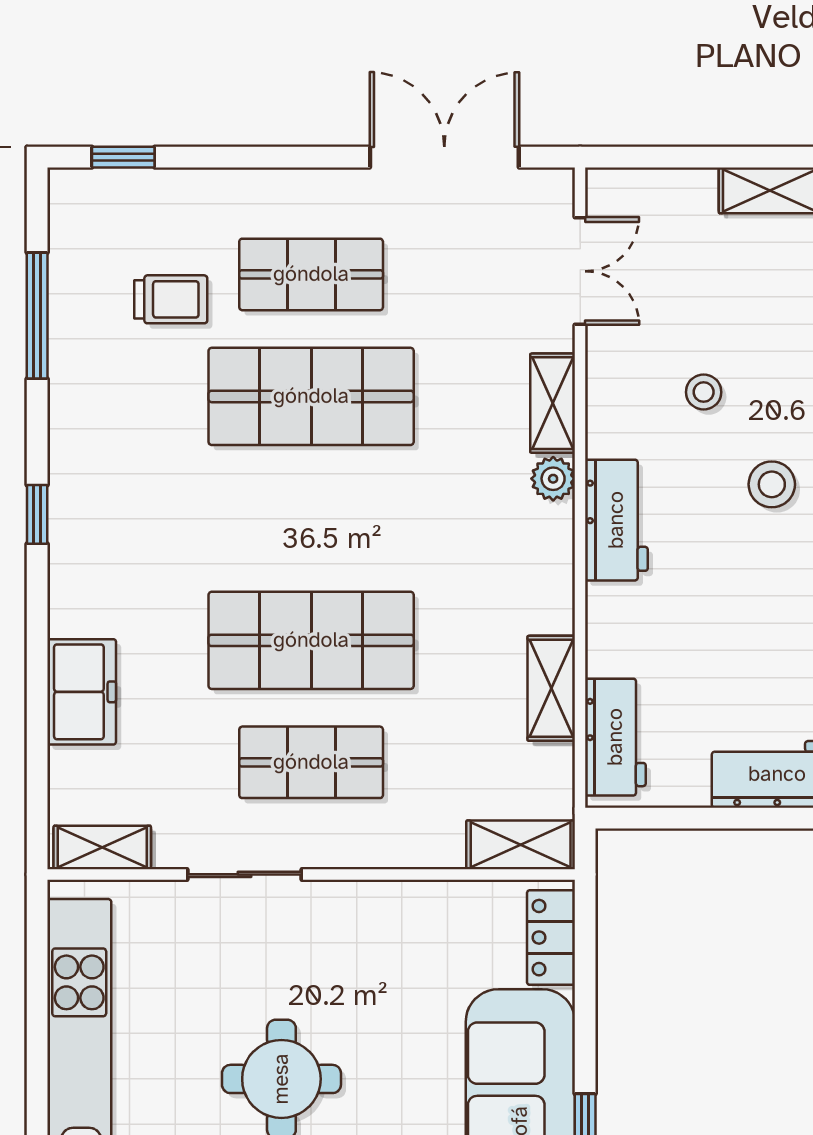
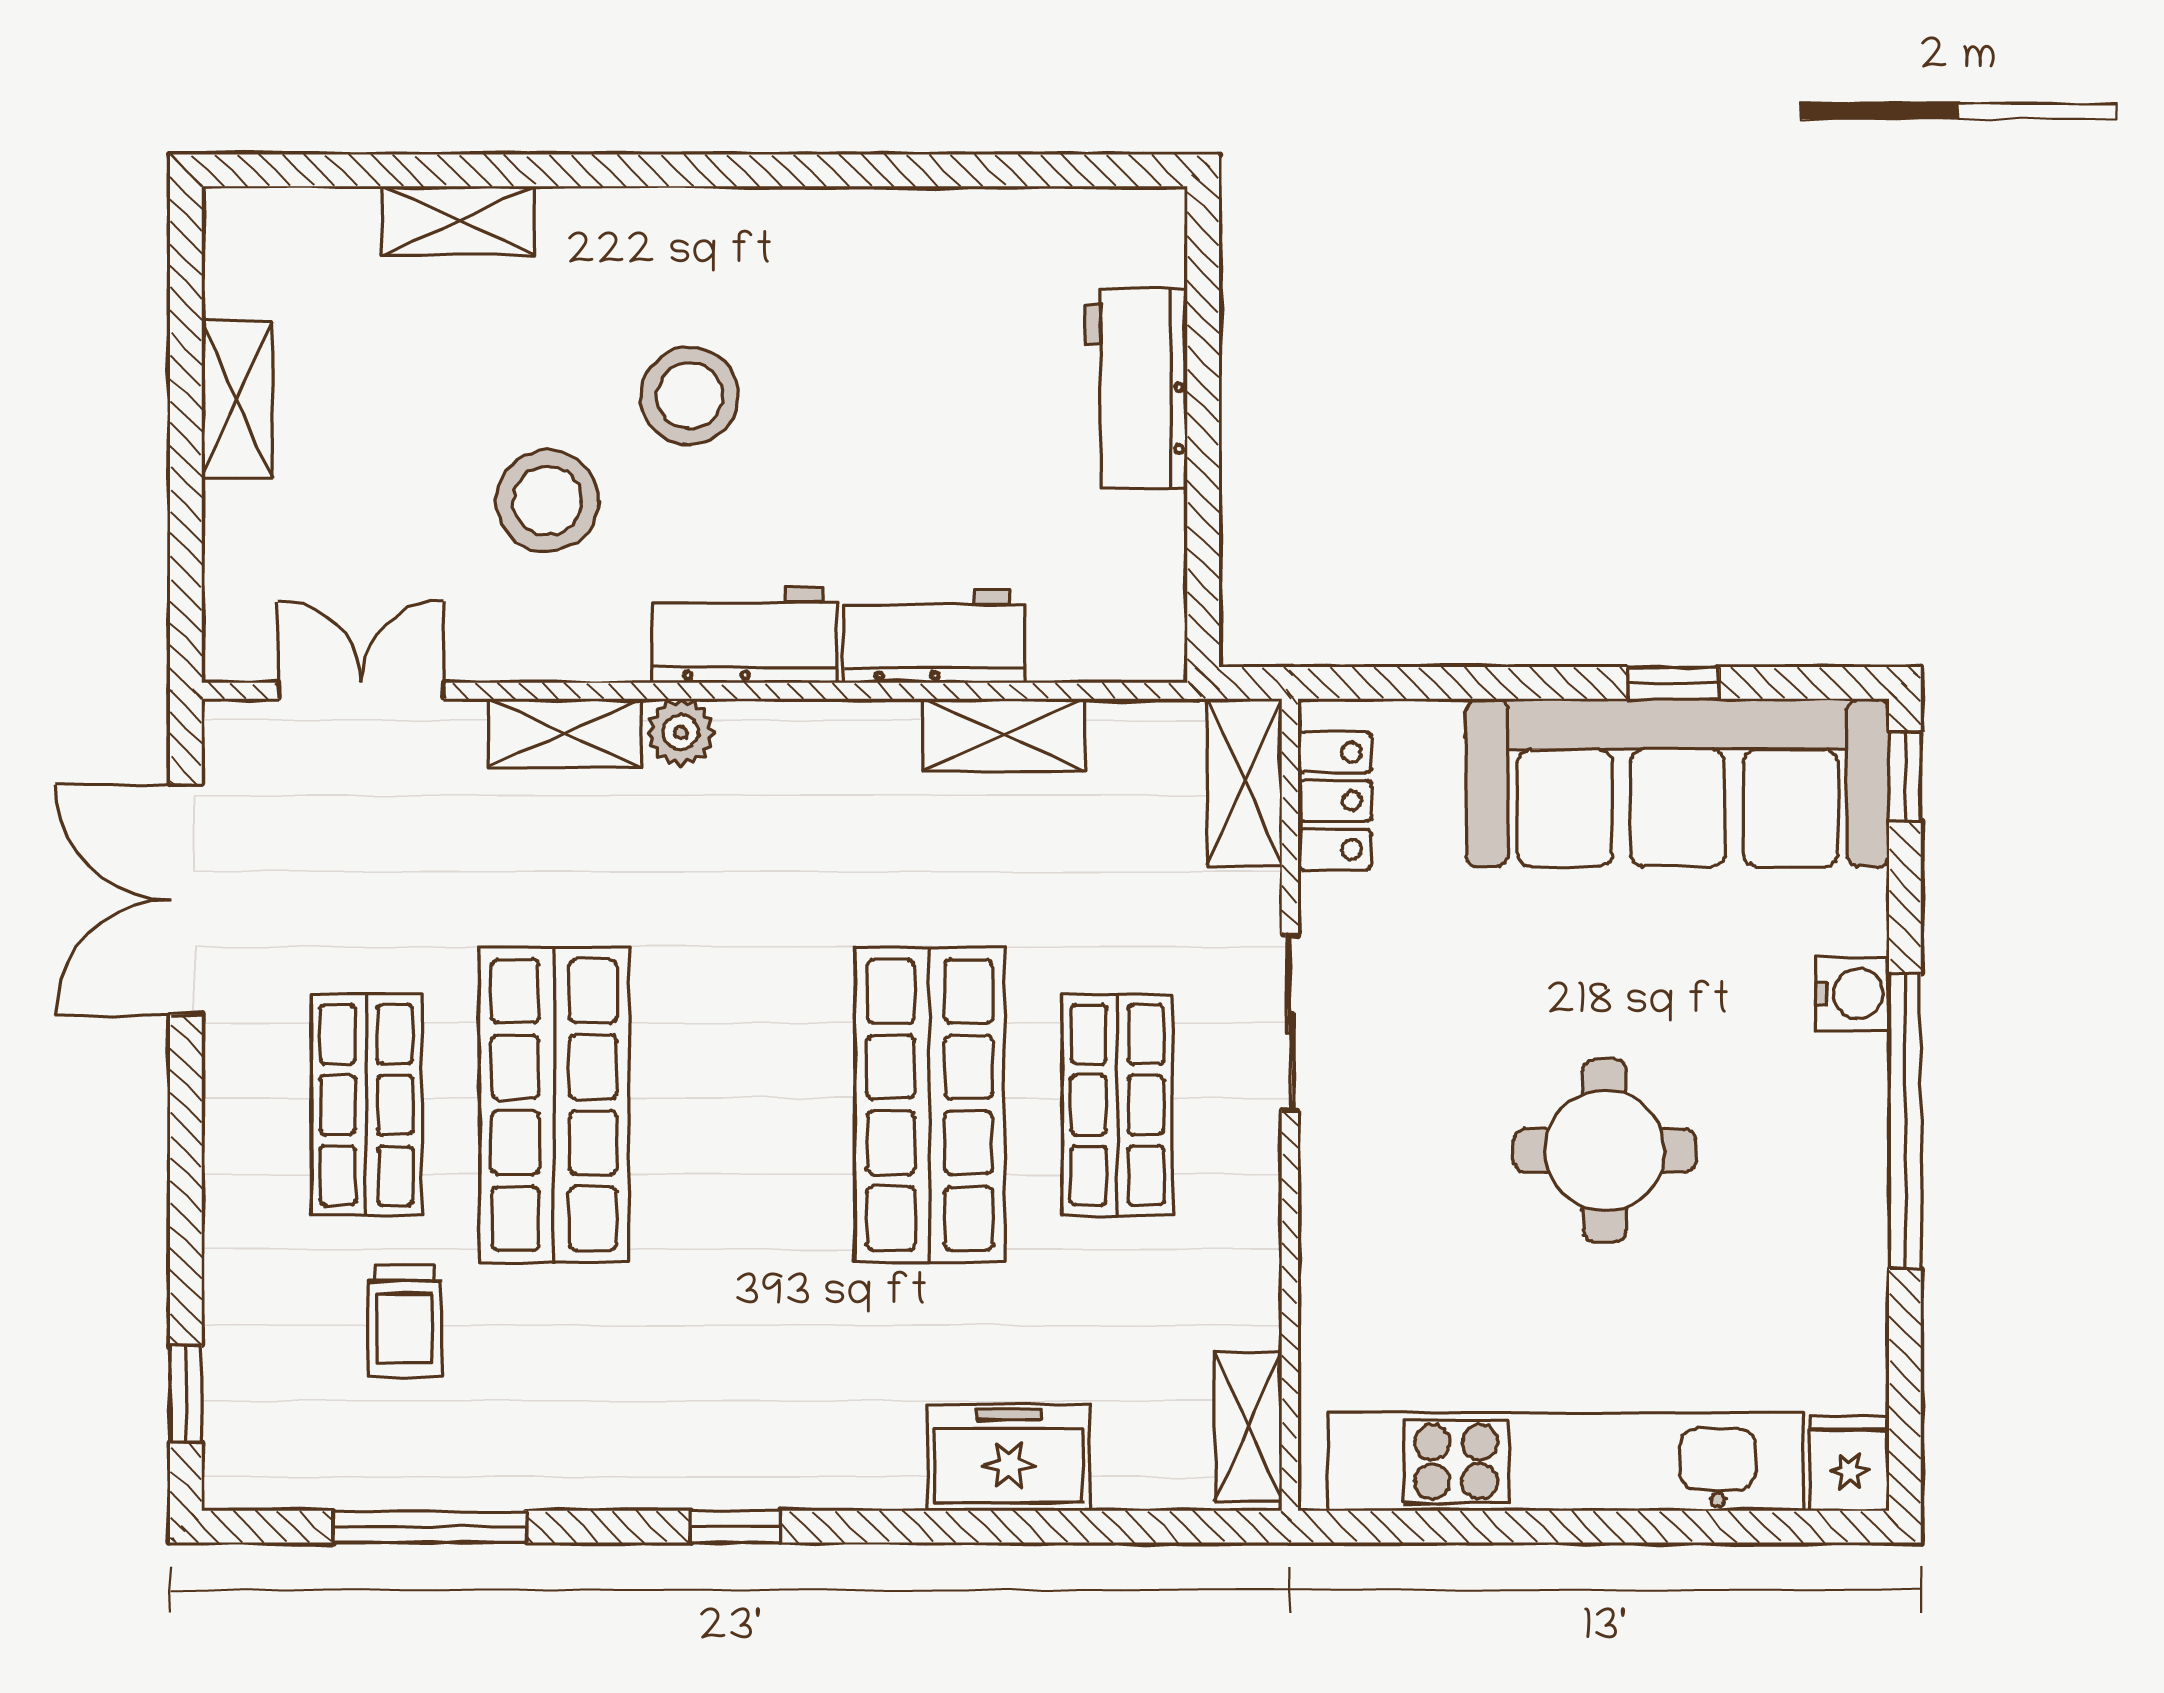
trolley: (171, 299) -> (405, 1321), turned 180
stool: (704, 392) -> (547, 501), width x1.89, depth x1.89
stool: (772, 484) -> (690, 396), width x1.38, depth x1.38
workbench: (615, 737) -> (934, 636), moved
sliding door: (245, 874) -> (1290, 1022), moved
locker: (551, 938) -> (1335, 801), moved, turned -90

